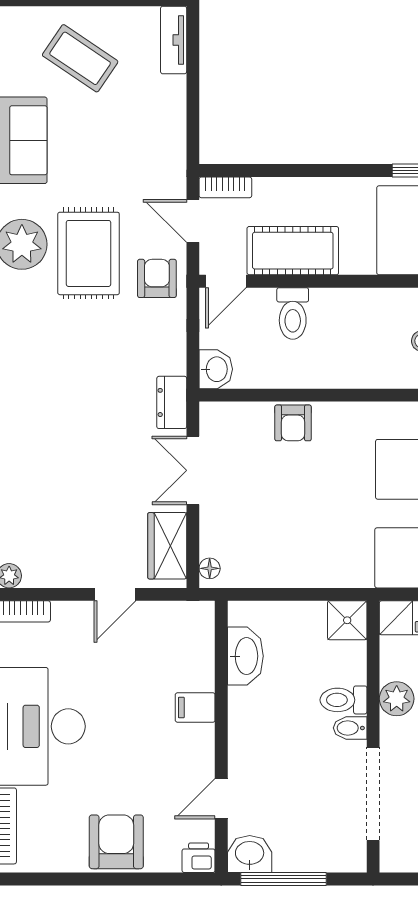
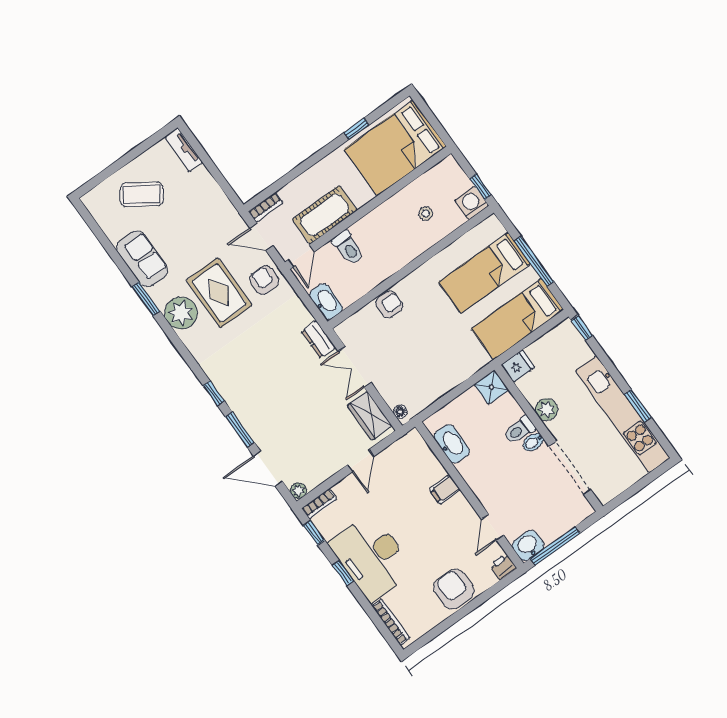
washbasin: (216, 369) -> (326, 302), width x1.38
armchair: (293, 423) -> (389, 305), turned -90

